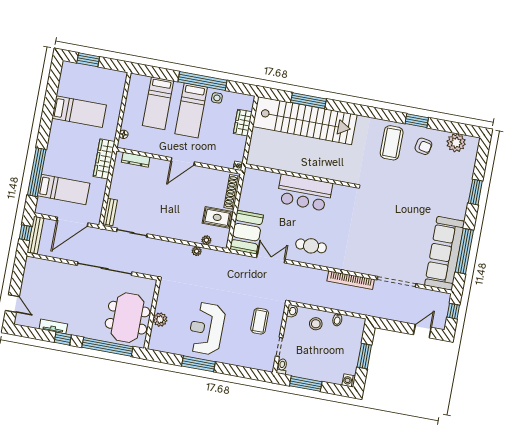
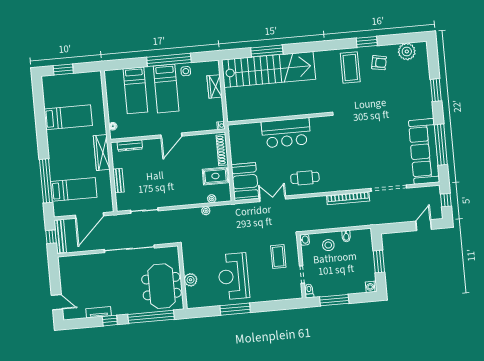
bench: (110, 212) -> (118, 181), moved

